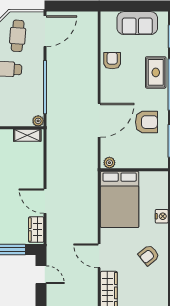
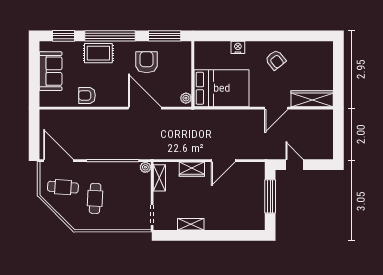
wardrobe: (36, 230) -> (192, 169), moved
door: (41, 275) -> (295, 165), hinge flipped

